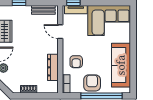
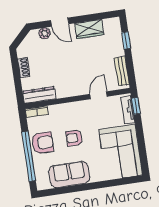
armchair: (76, 62) -> (74, 138), moved
sofa: (121, 65) -> (69, 174), width x0.73
dresser: (53, 67) -> (39, 95), moved

